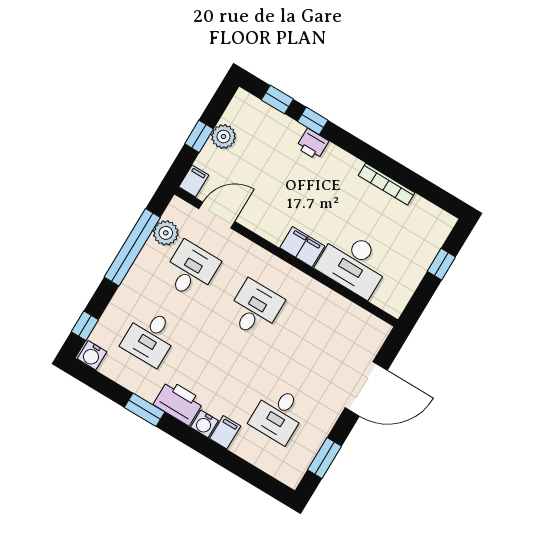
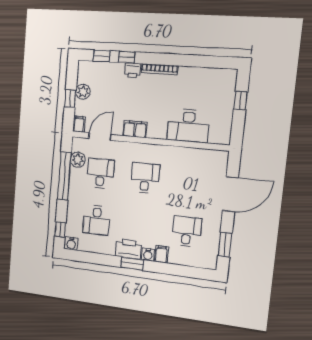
bookcase: (387, 184) -> (160, 69), moved
filing cabinet: (302, 247) -> (135, 129), moved
window: (144, 410) -> (132, 264), moved
desk: (278, 415) -> (187, 231), turned 180

